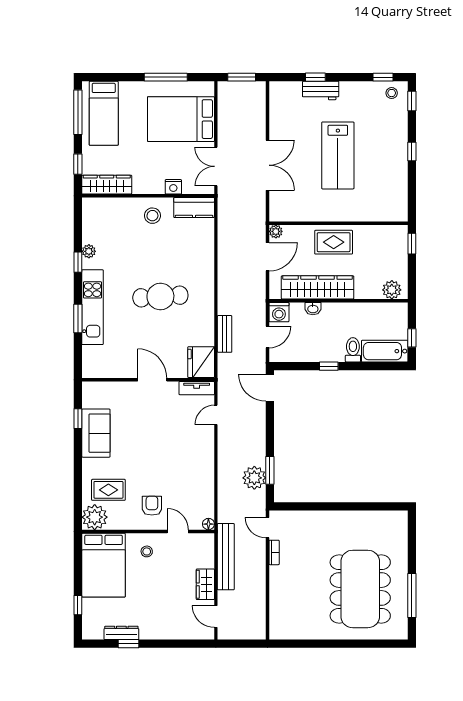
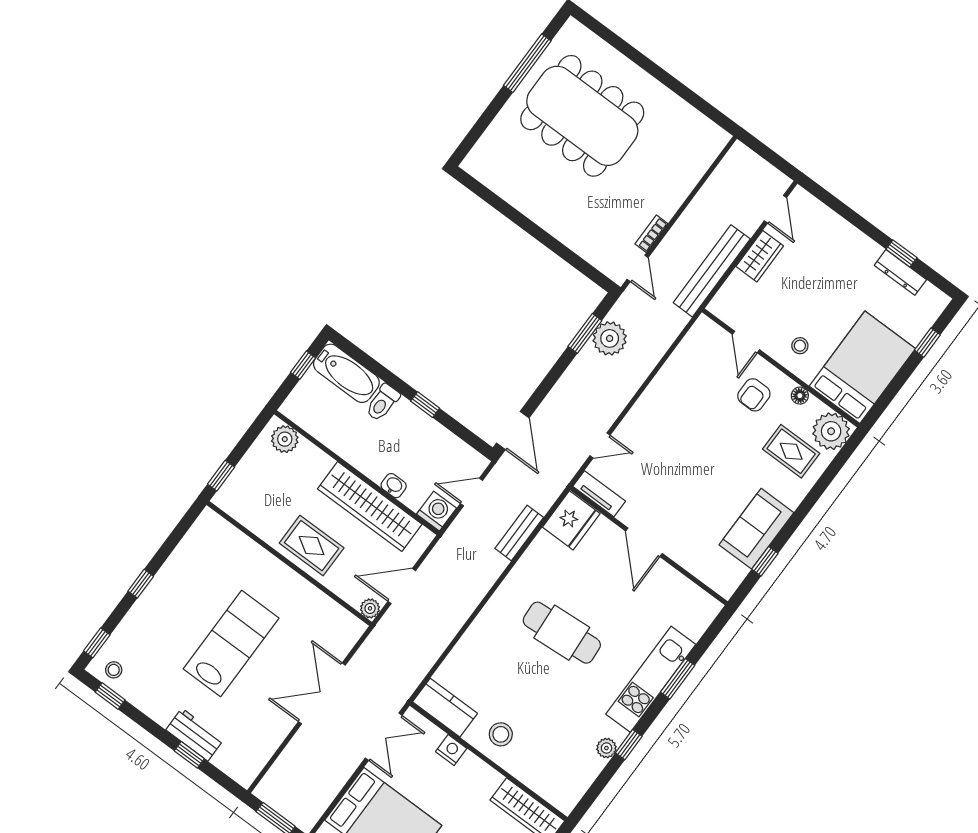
floor lamp: (208, 524) -> (800, 396), moved
dining table: (360, 589) -> (582, 116), turned 90

